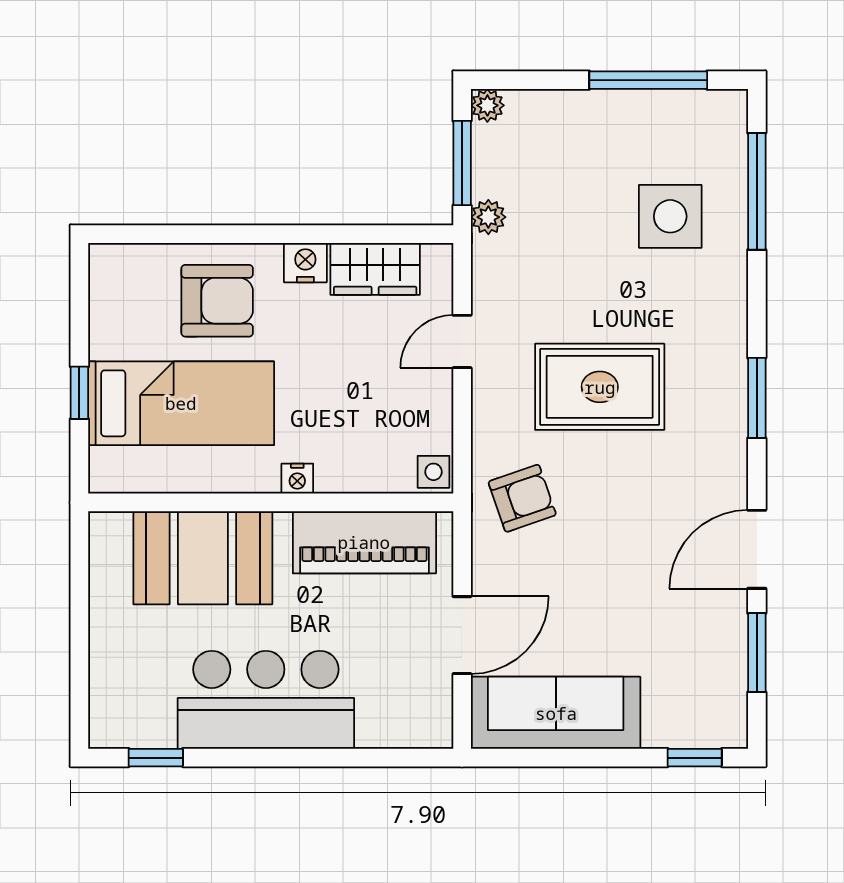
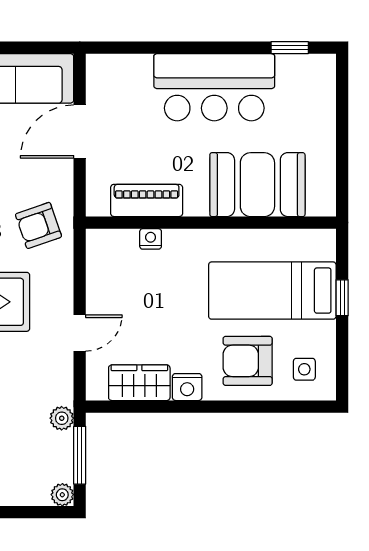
side table: (433, 472) -> (304, 369), moved
nightstand: (297, 479) -> (151, 239), moved
piano: (364, 542) -> (147, 200), width x0.73, depth x0.75

